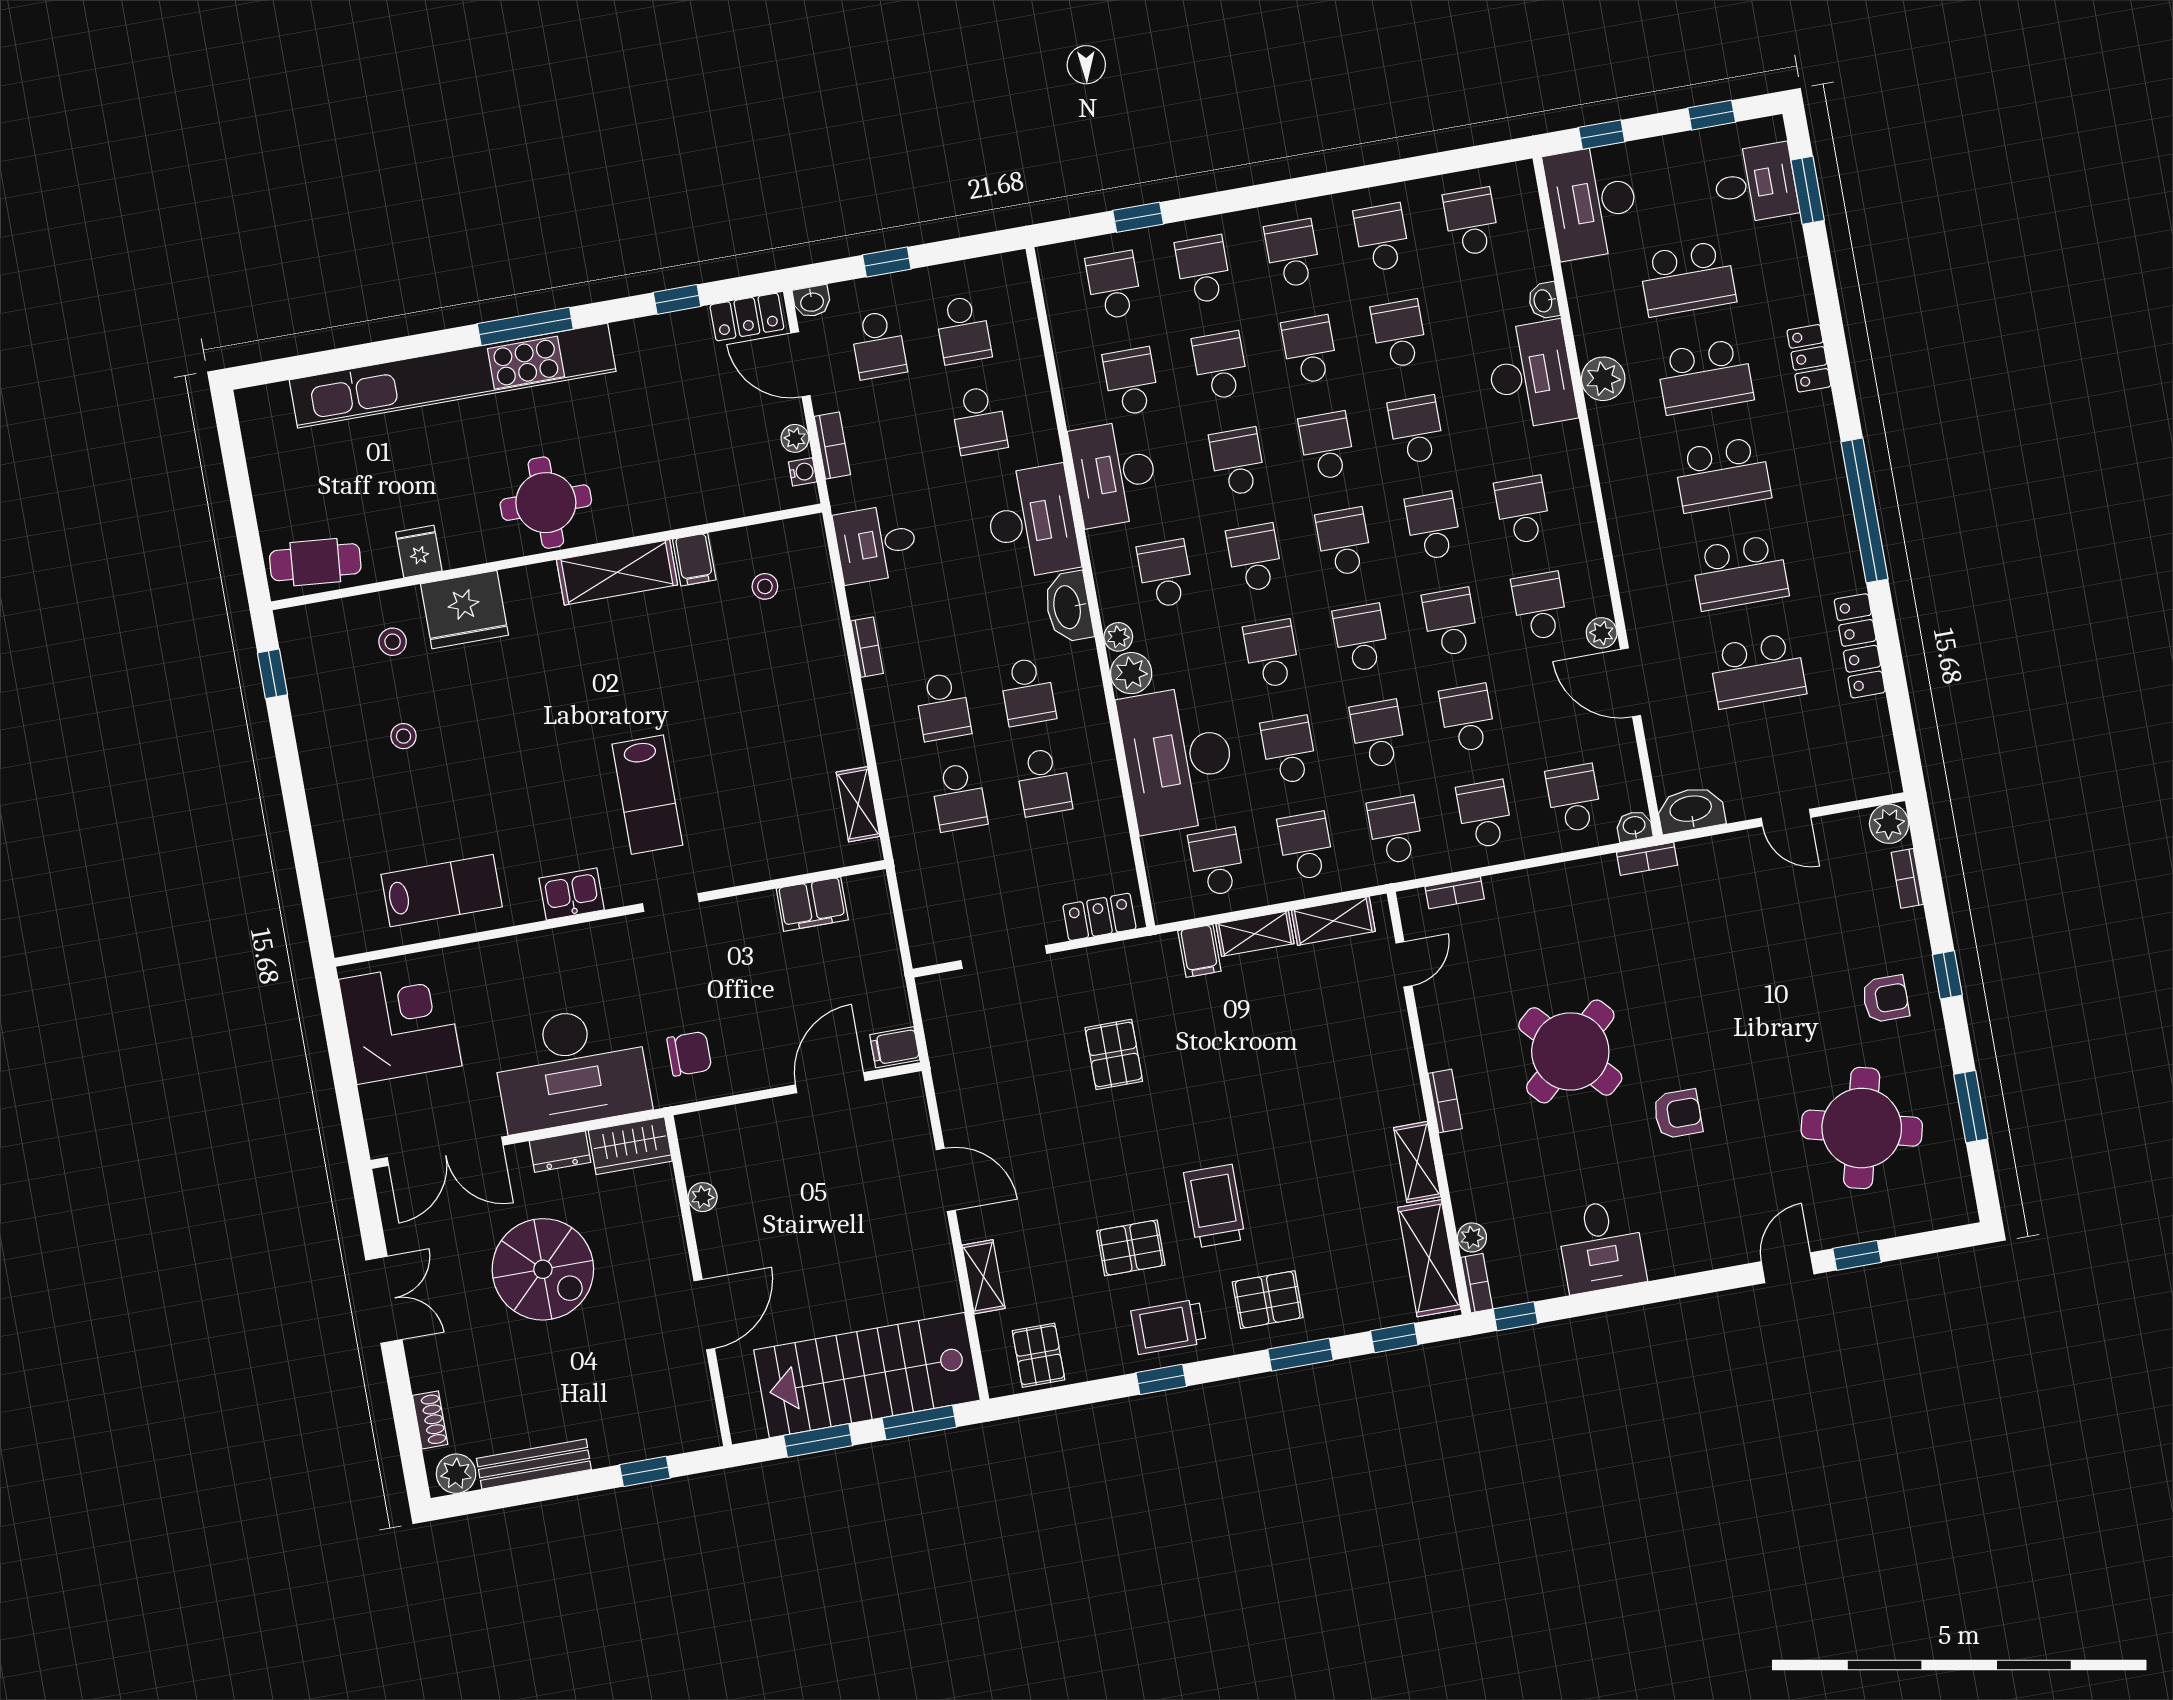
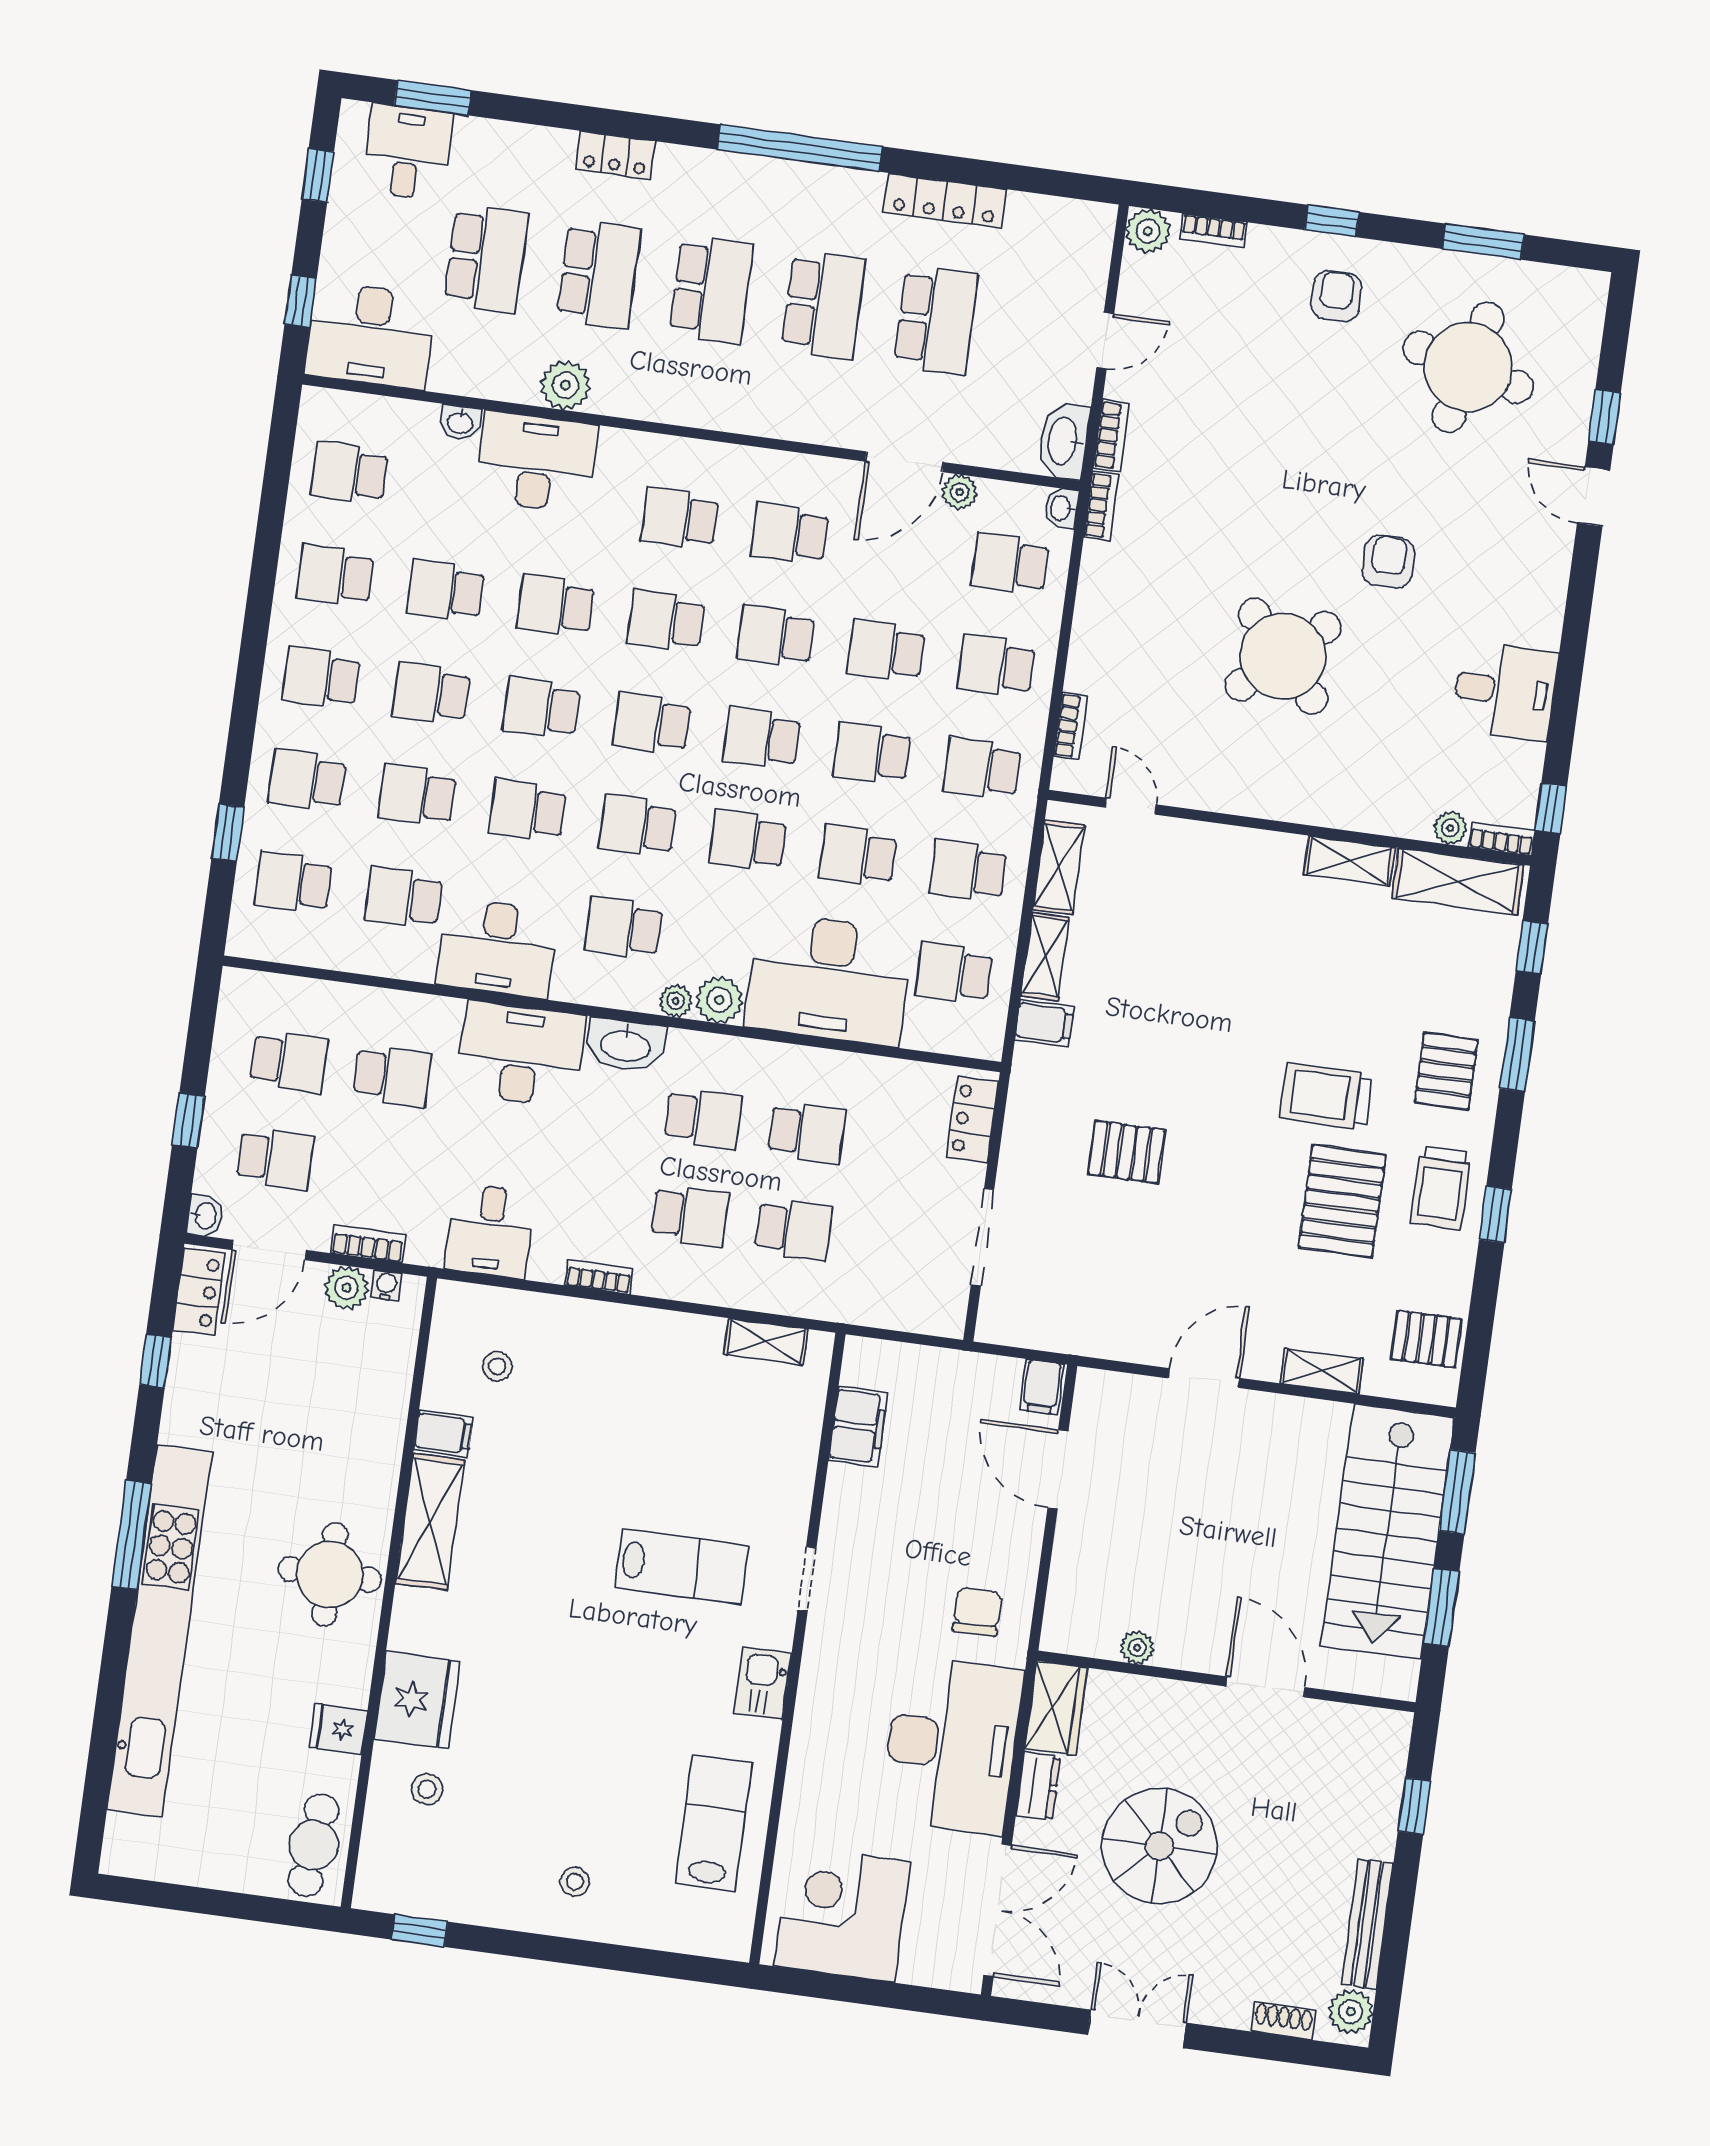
plant: (795, 438) -> (347, 1288), width x1.38, depth x1.38
plant: (1602, 633) -> (960, 492), moved
stool: (404, 736) -> (575, 1882), moved
bookcase: (1445, 1101) -> (1111, 436), moved, turned 90
pallet: (1131, 1248) -> (1342, 1201), width x1.50, depth x1.42

